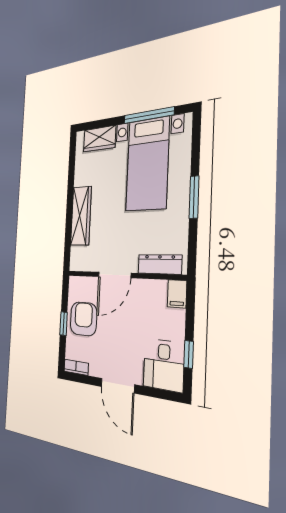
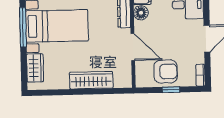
floor lamp: (157, 290) -> (141, 13), added
armchair: (83, 319) -> (166, 72), turned 180

